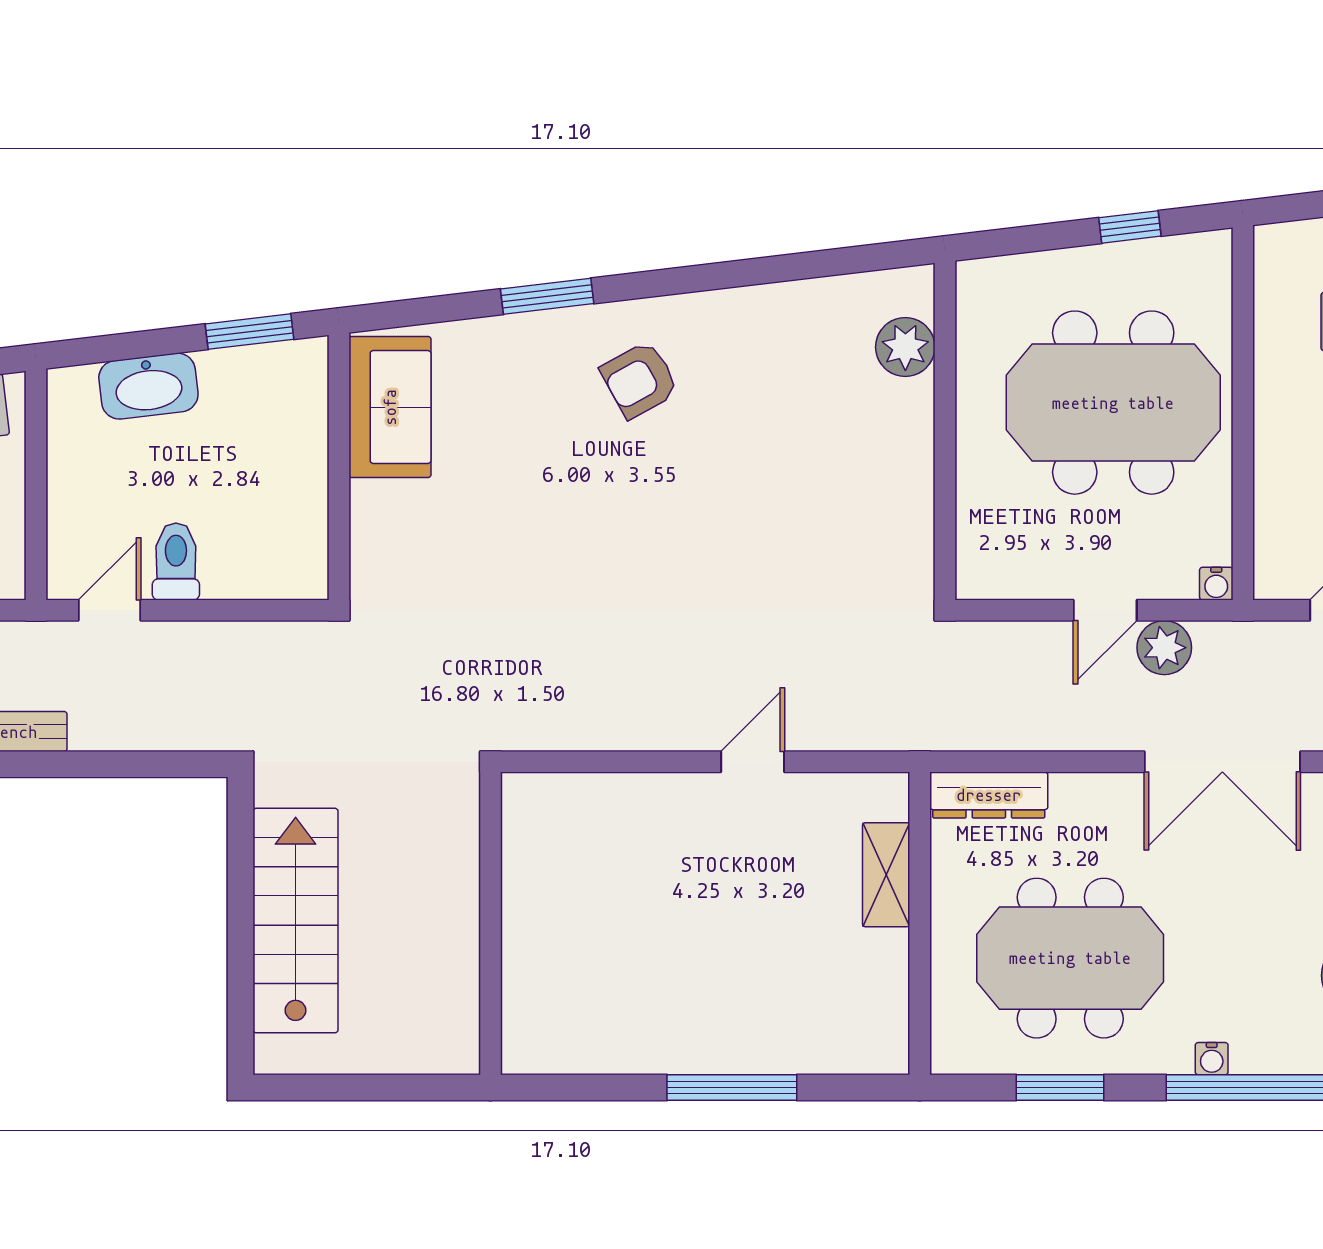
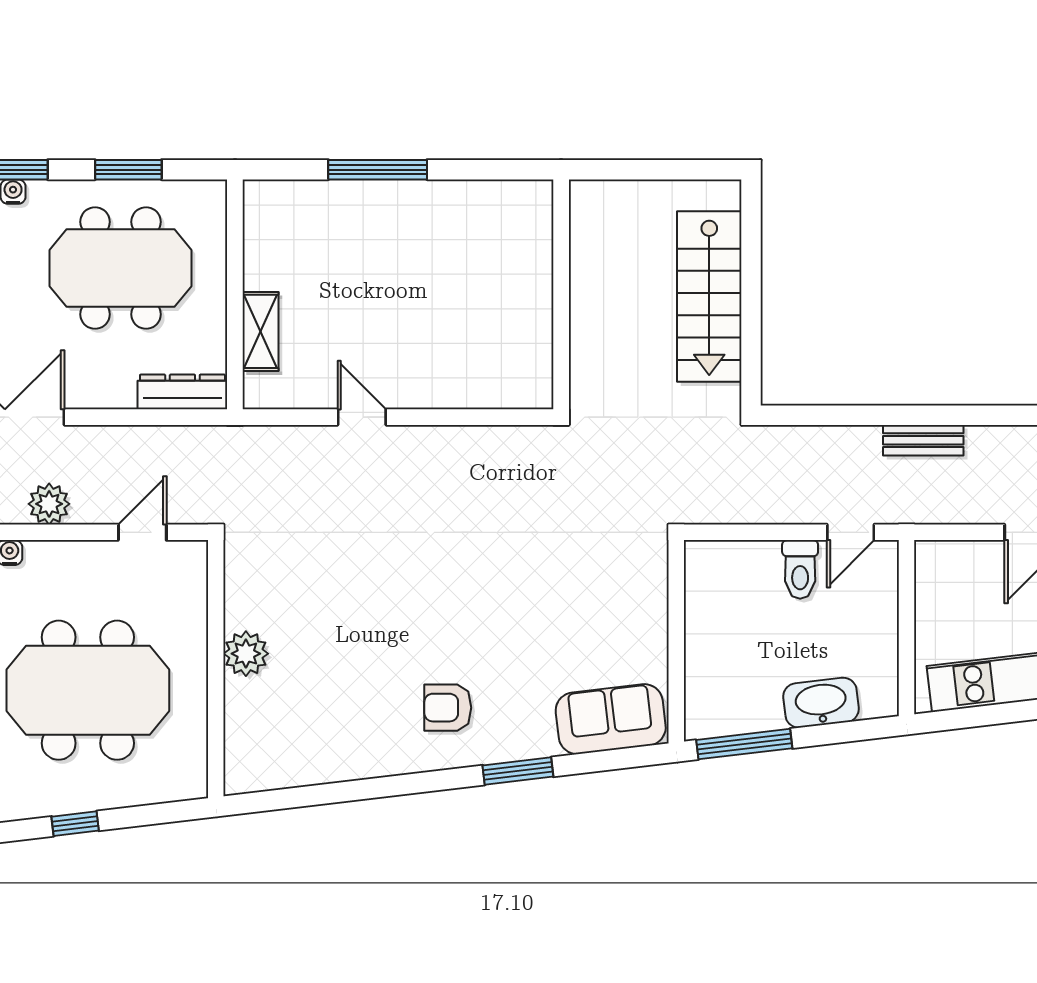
window: (250, 332) -> (744, 744), width x1.44
plant: (905, 347) -> (246, 654), moved
armchair: (640, 380) -> (448, 708), turned -151
sofa: (390, 407) -> (611, 719), moved, turned 83
door: (1105, 610) -> (142, 532), moved
door: (753, 762) -> (362, 417), swing flipped

